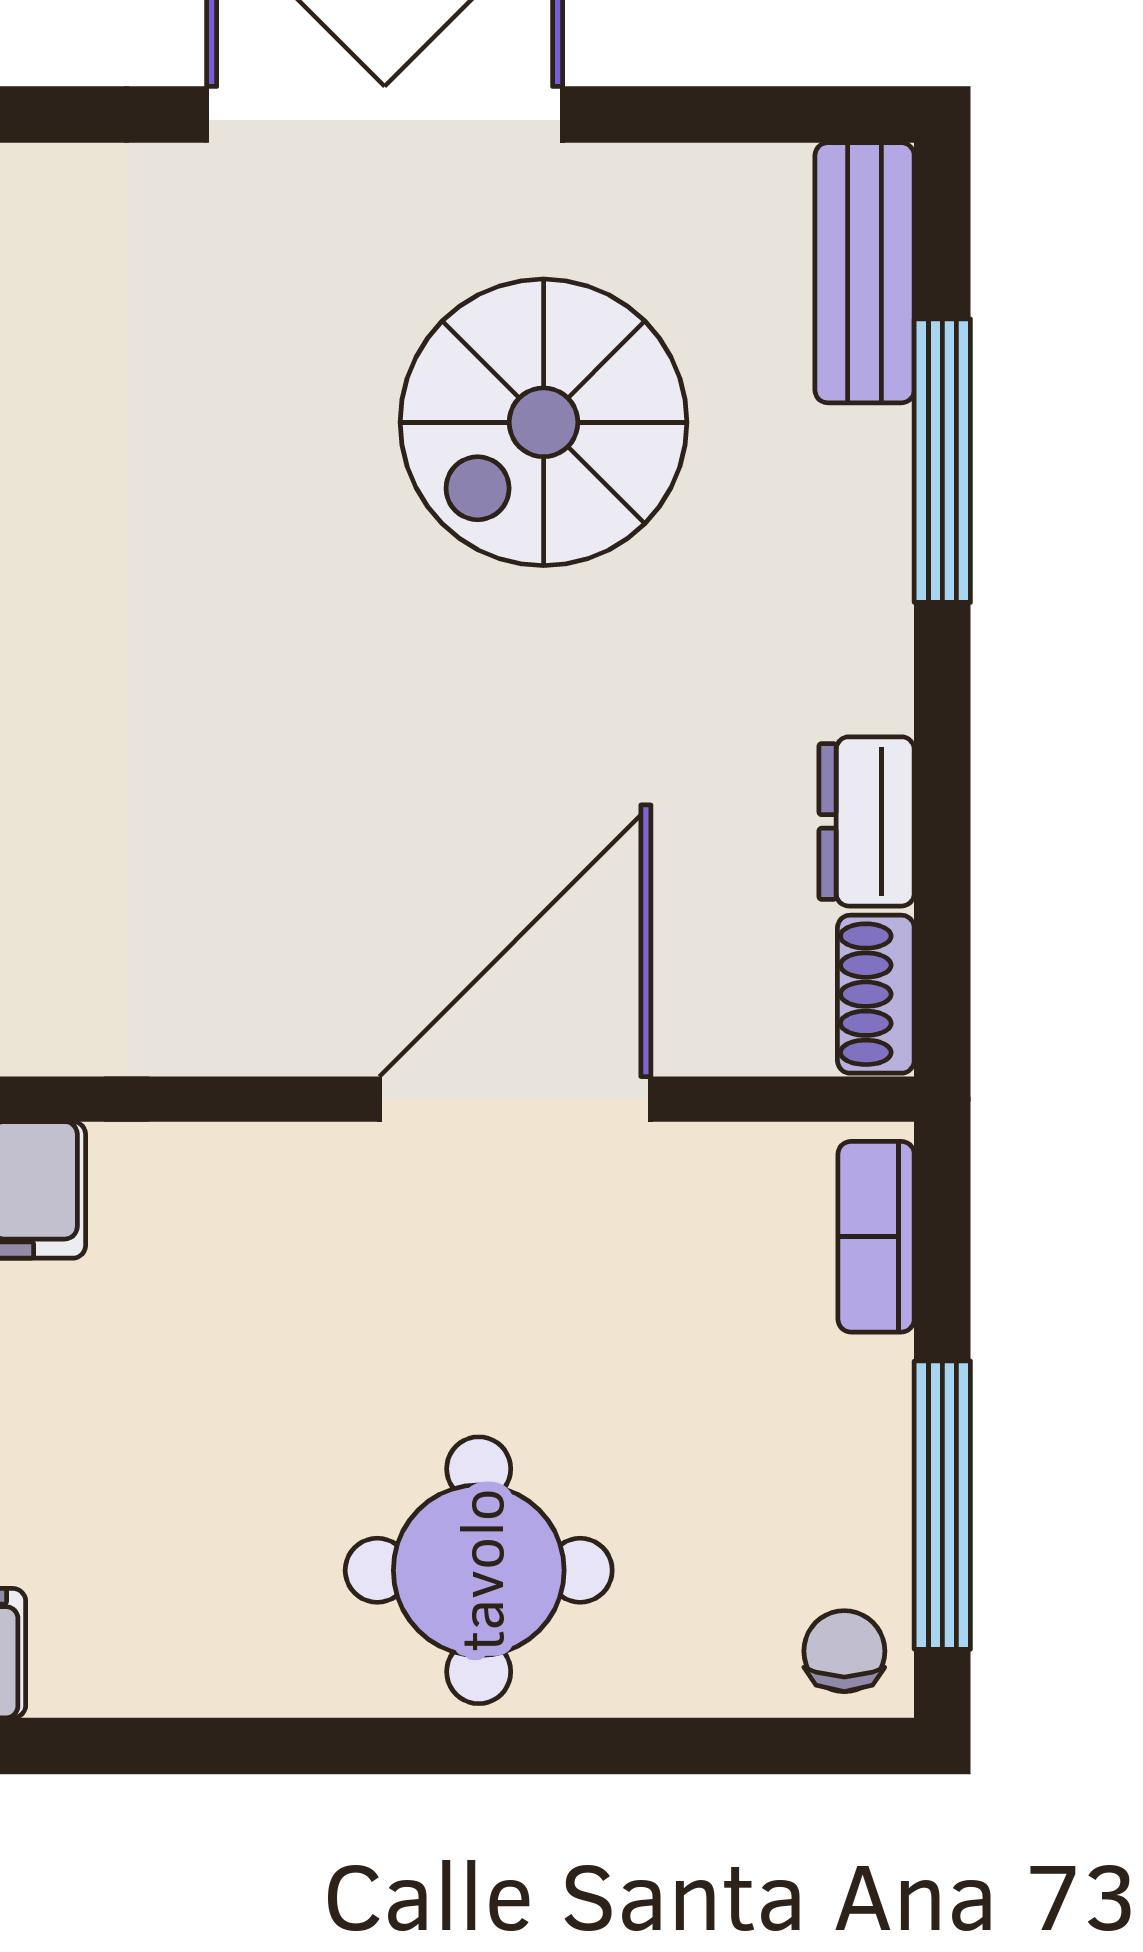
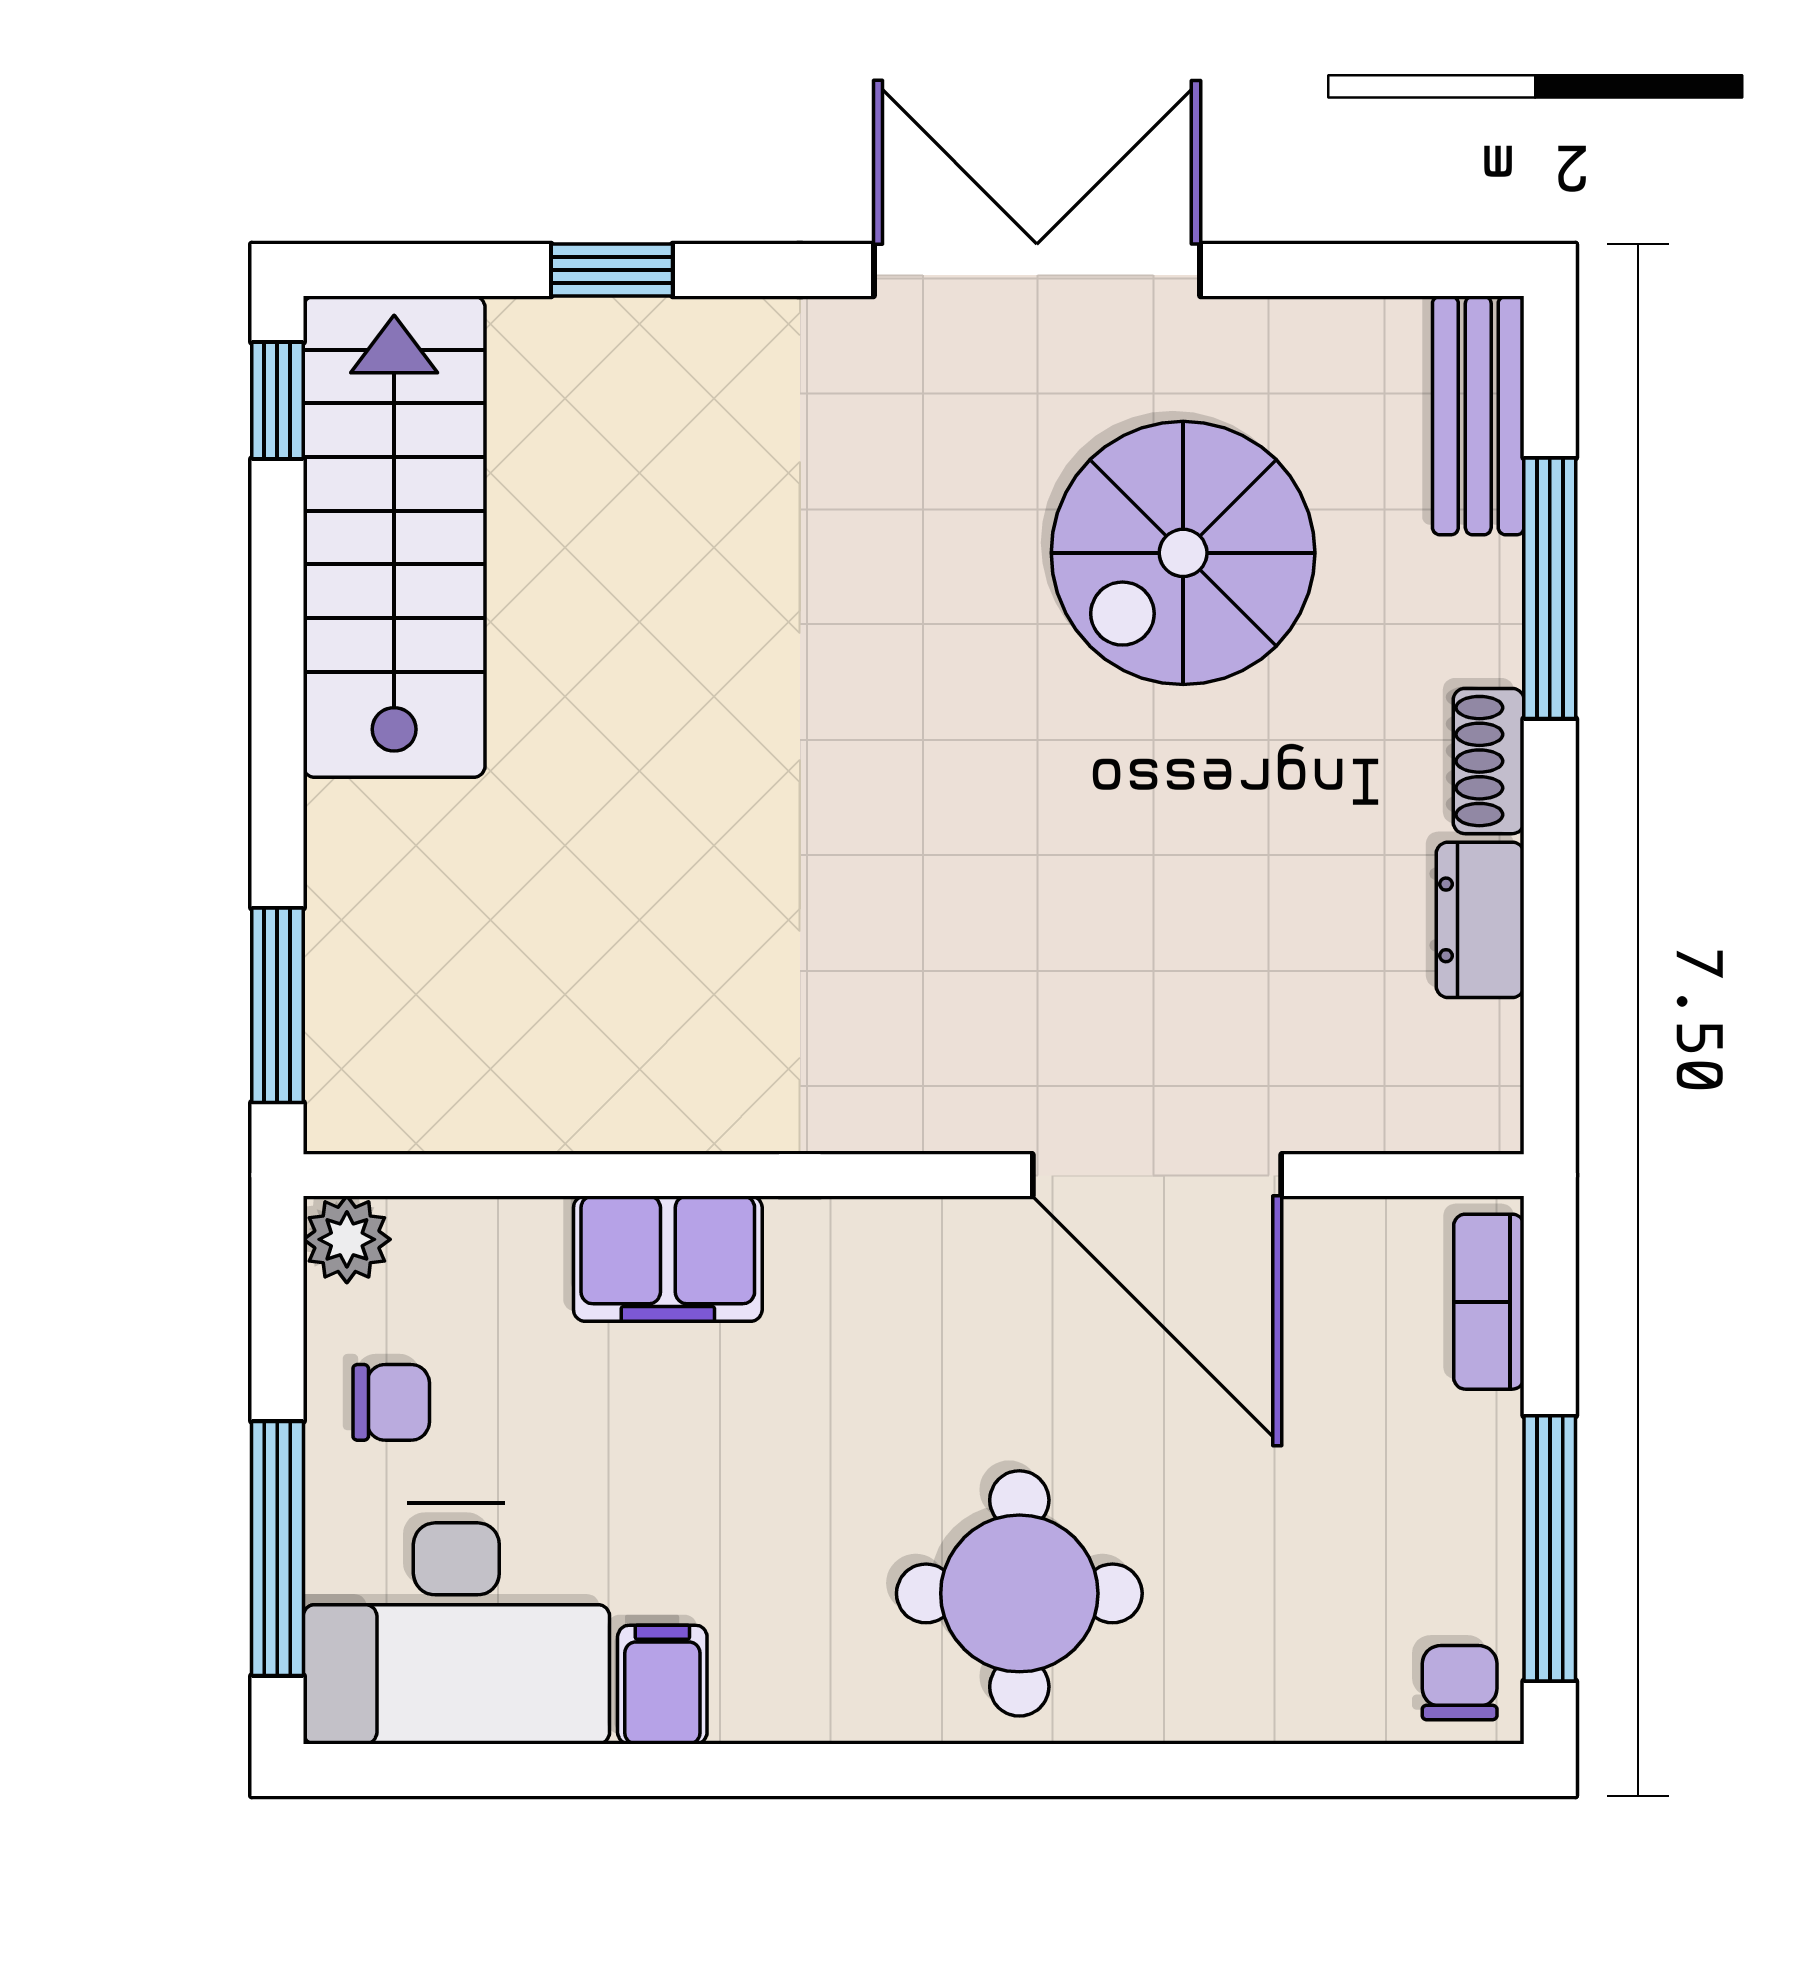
shoe rack: (876, 994) -> (1489, 761), moved
door: (515, 1099) -> (1157, 1175), swing flipped
round table: (479, 1570) -> (1019, 1593), moved

